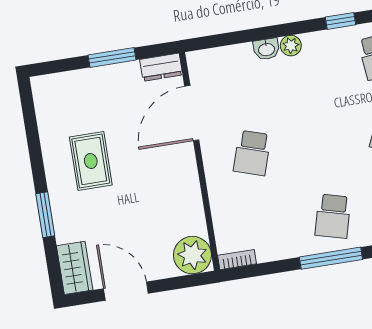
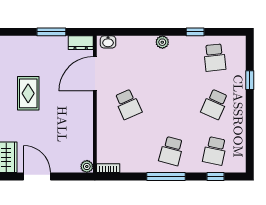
washbasin: (266, 49) -> (108, 42), moved
school desk: (252, 153) -> (128, 104), turned -42
plant: (192, 255) -> (87, 166), width x0.53, depth x0.53

